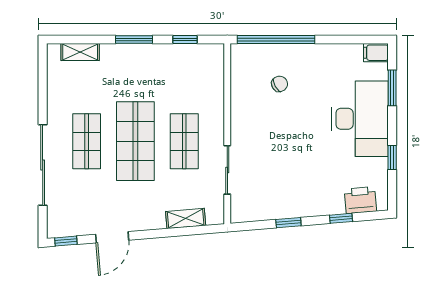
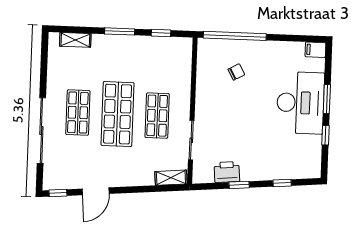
window: (392, 88) -> (327, 99), moved
printer: (360, 200) -> (227, 172), moved
shelving: (186, 218) -> (171, 178), moved

